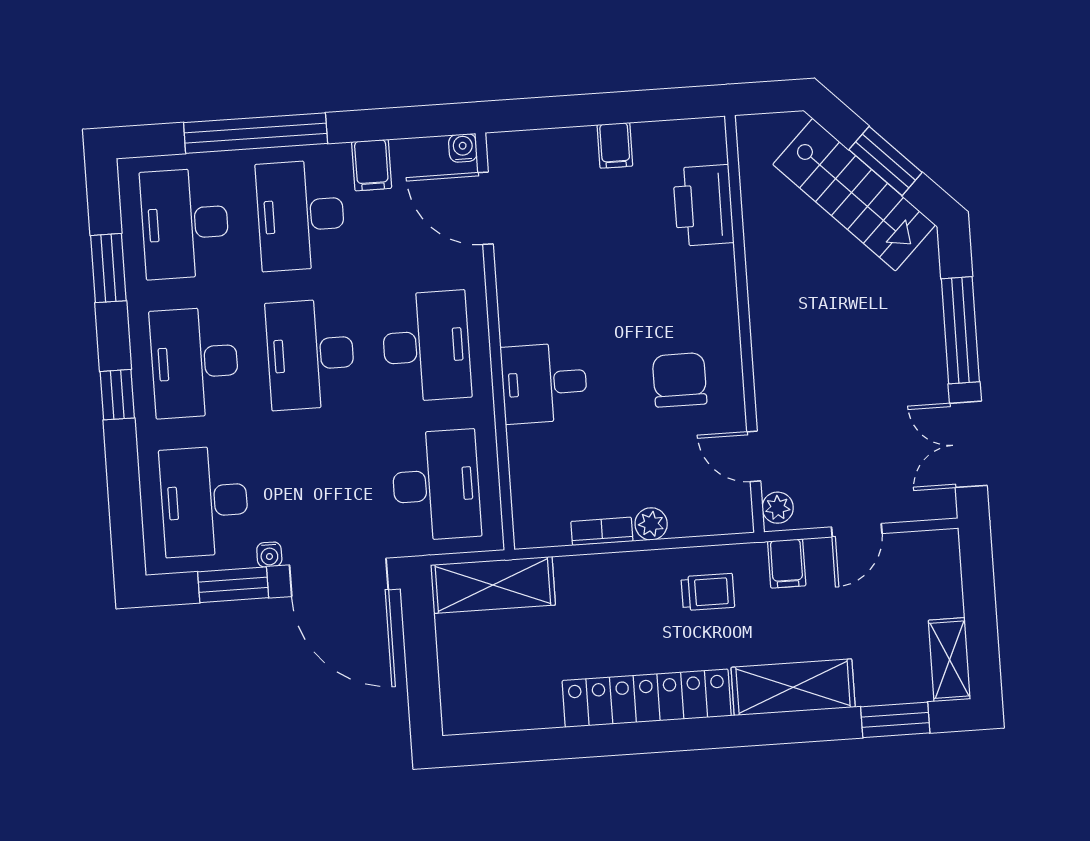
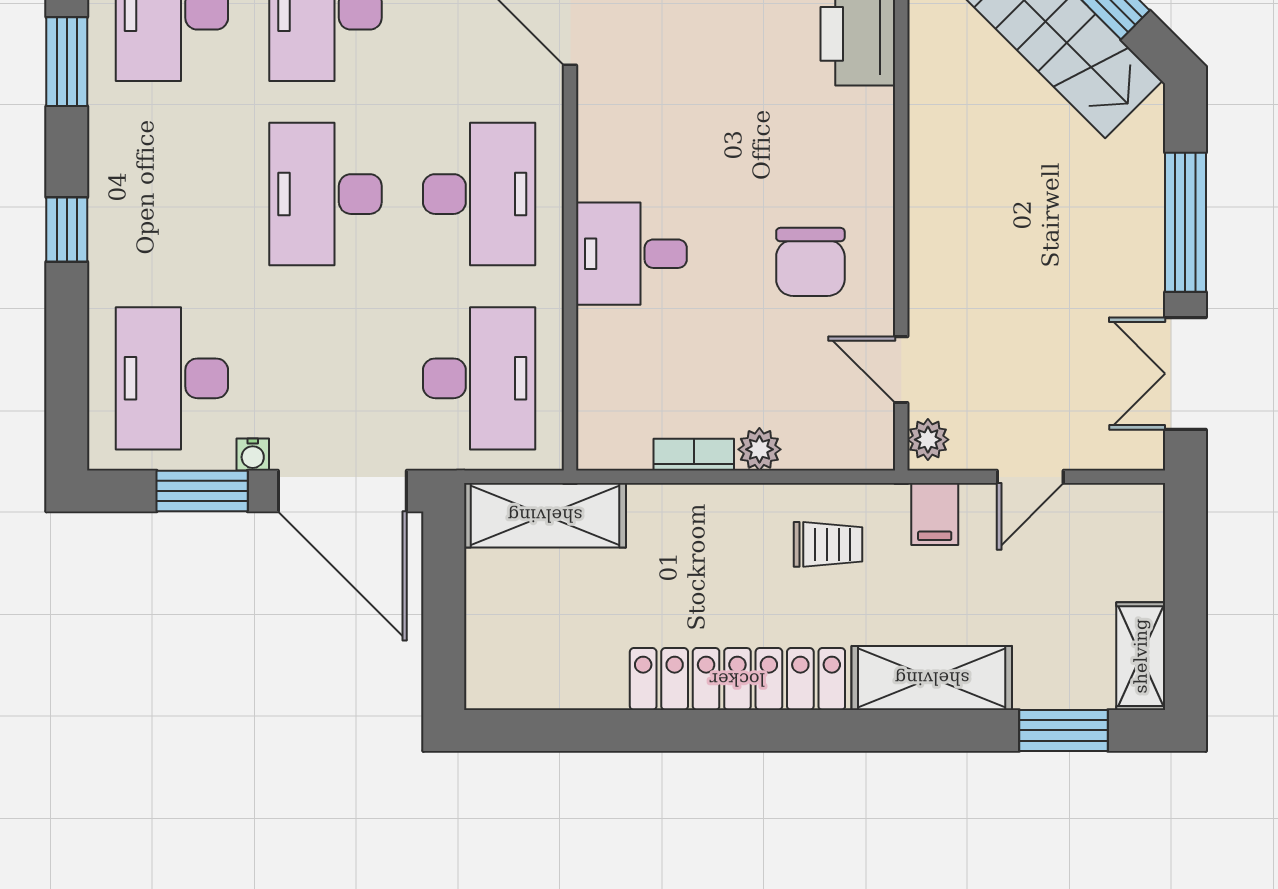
desk: (195, 362) -> (172, 194), removed
chair: (680, 380) -> (810, 262), turned 180

